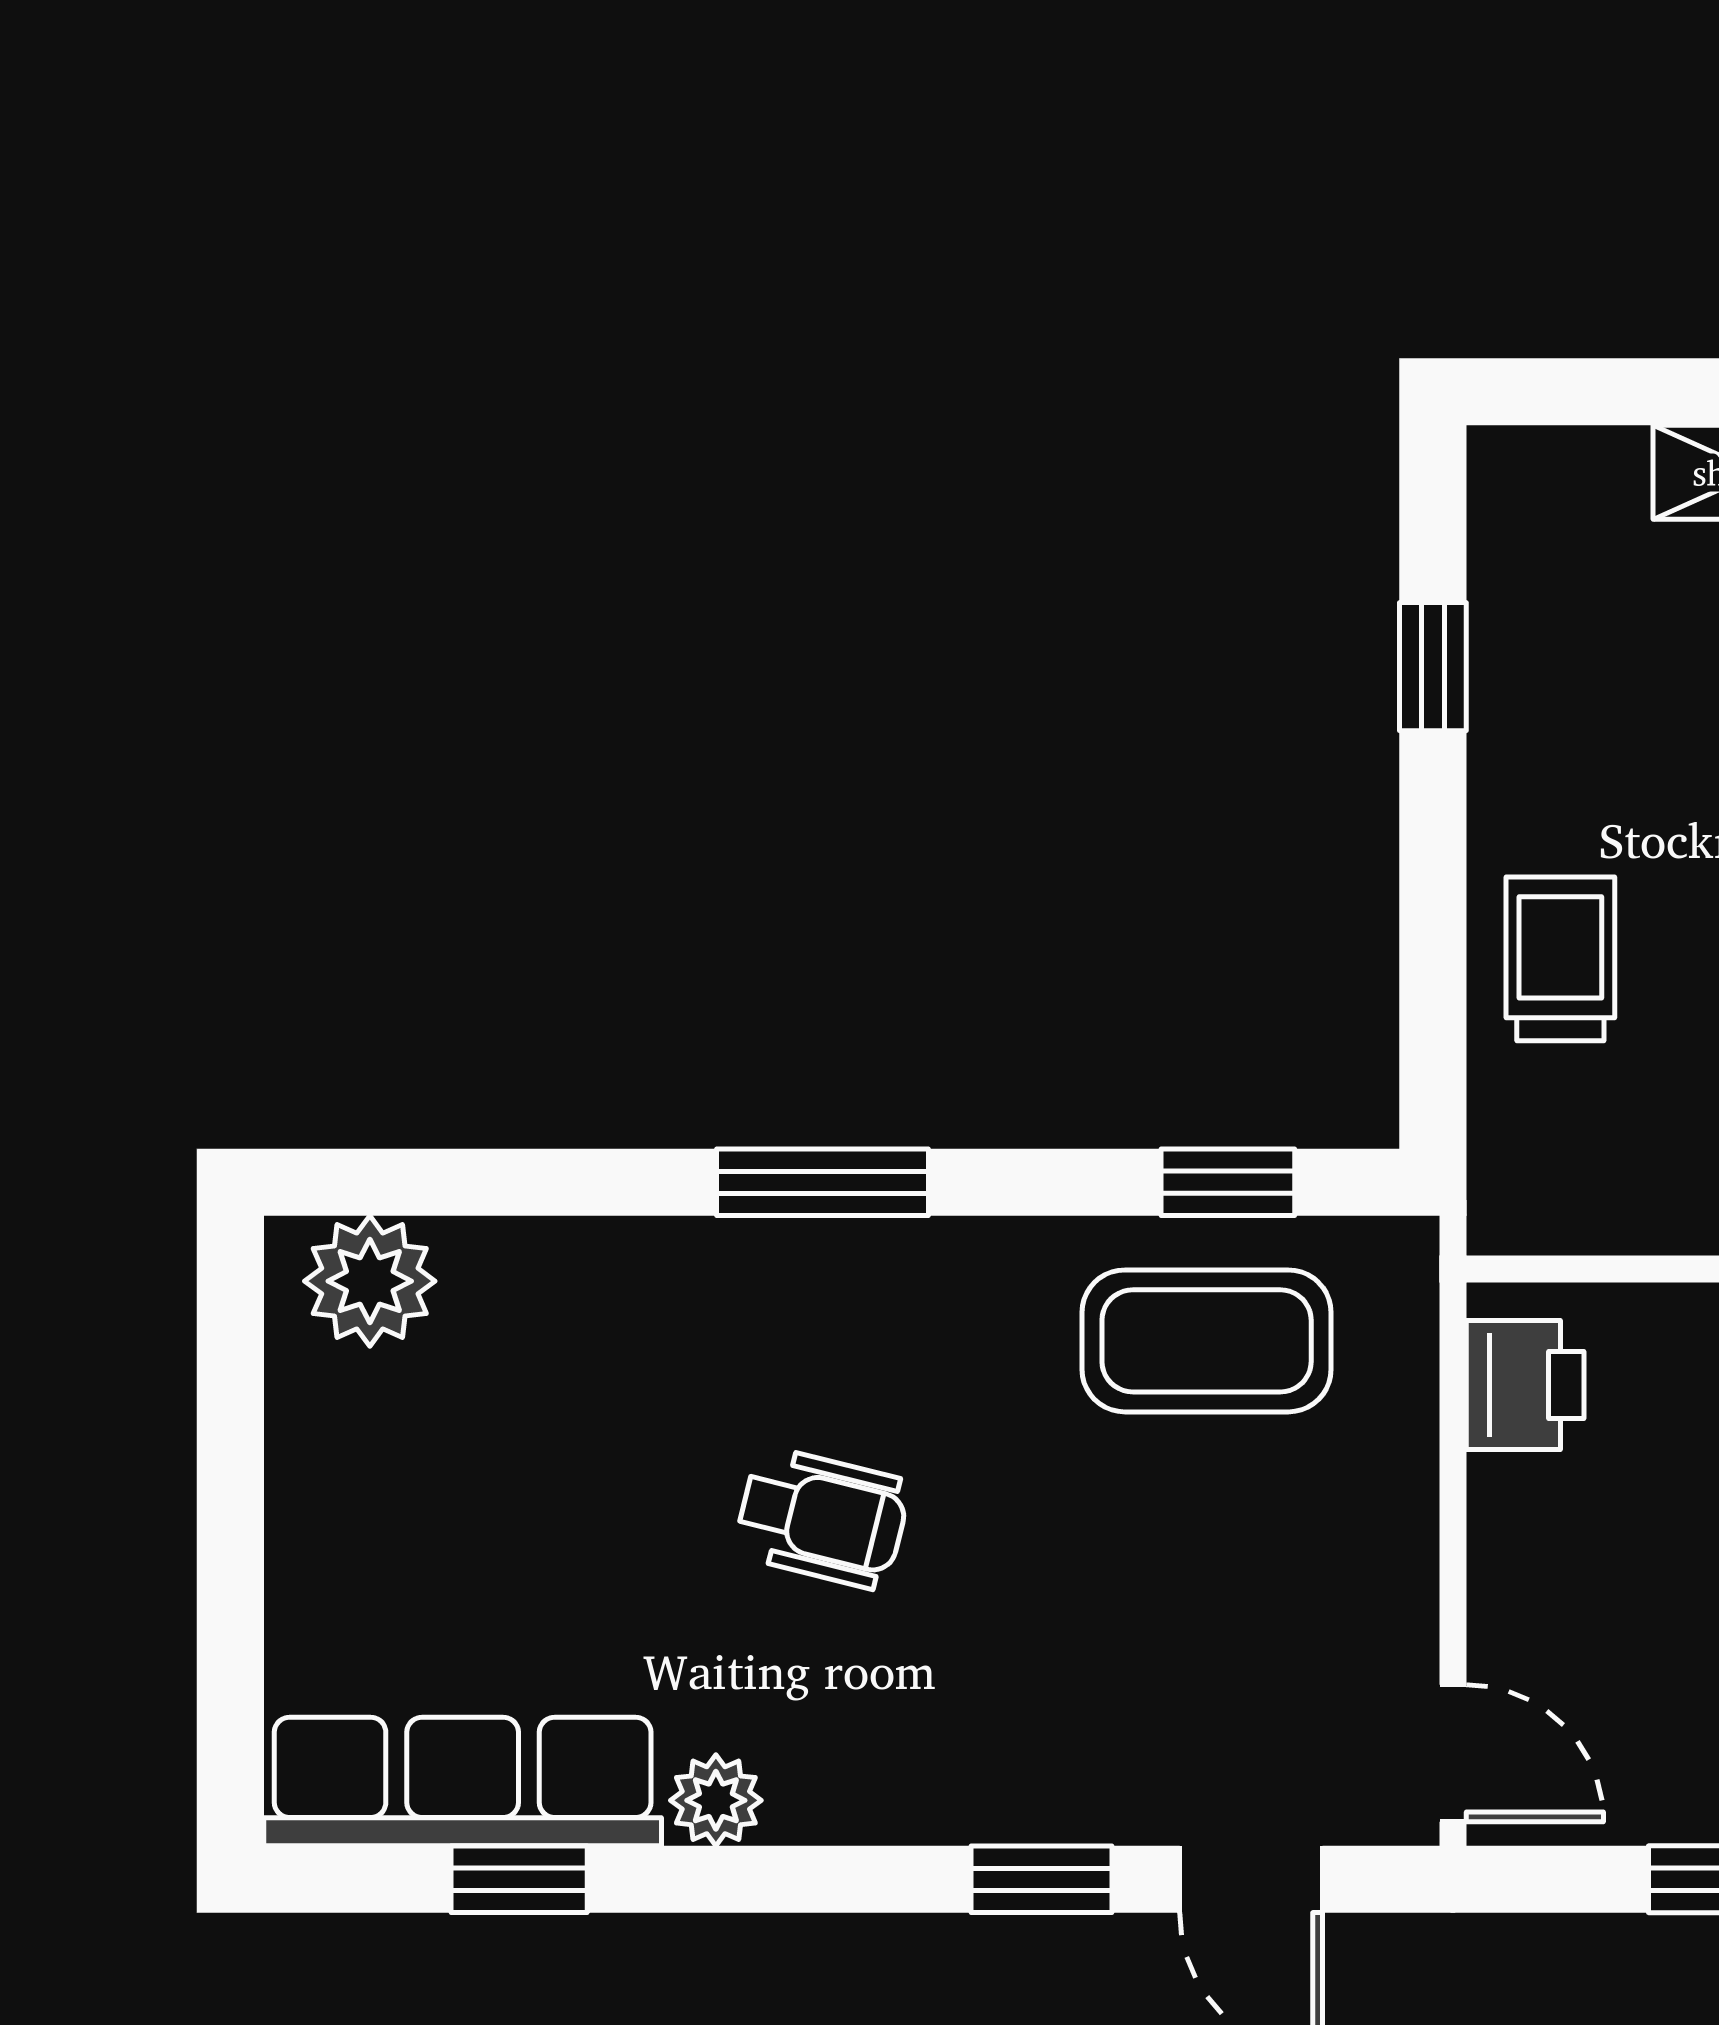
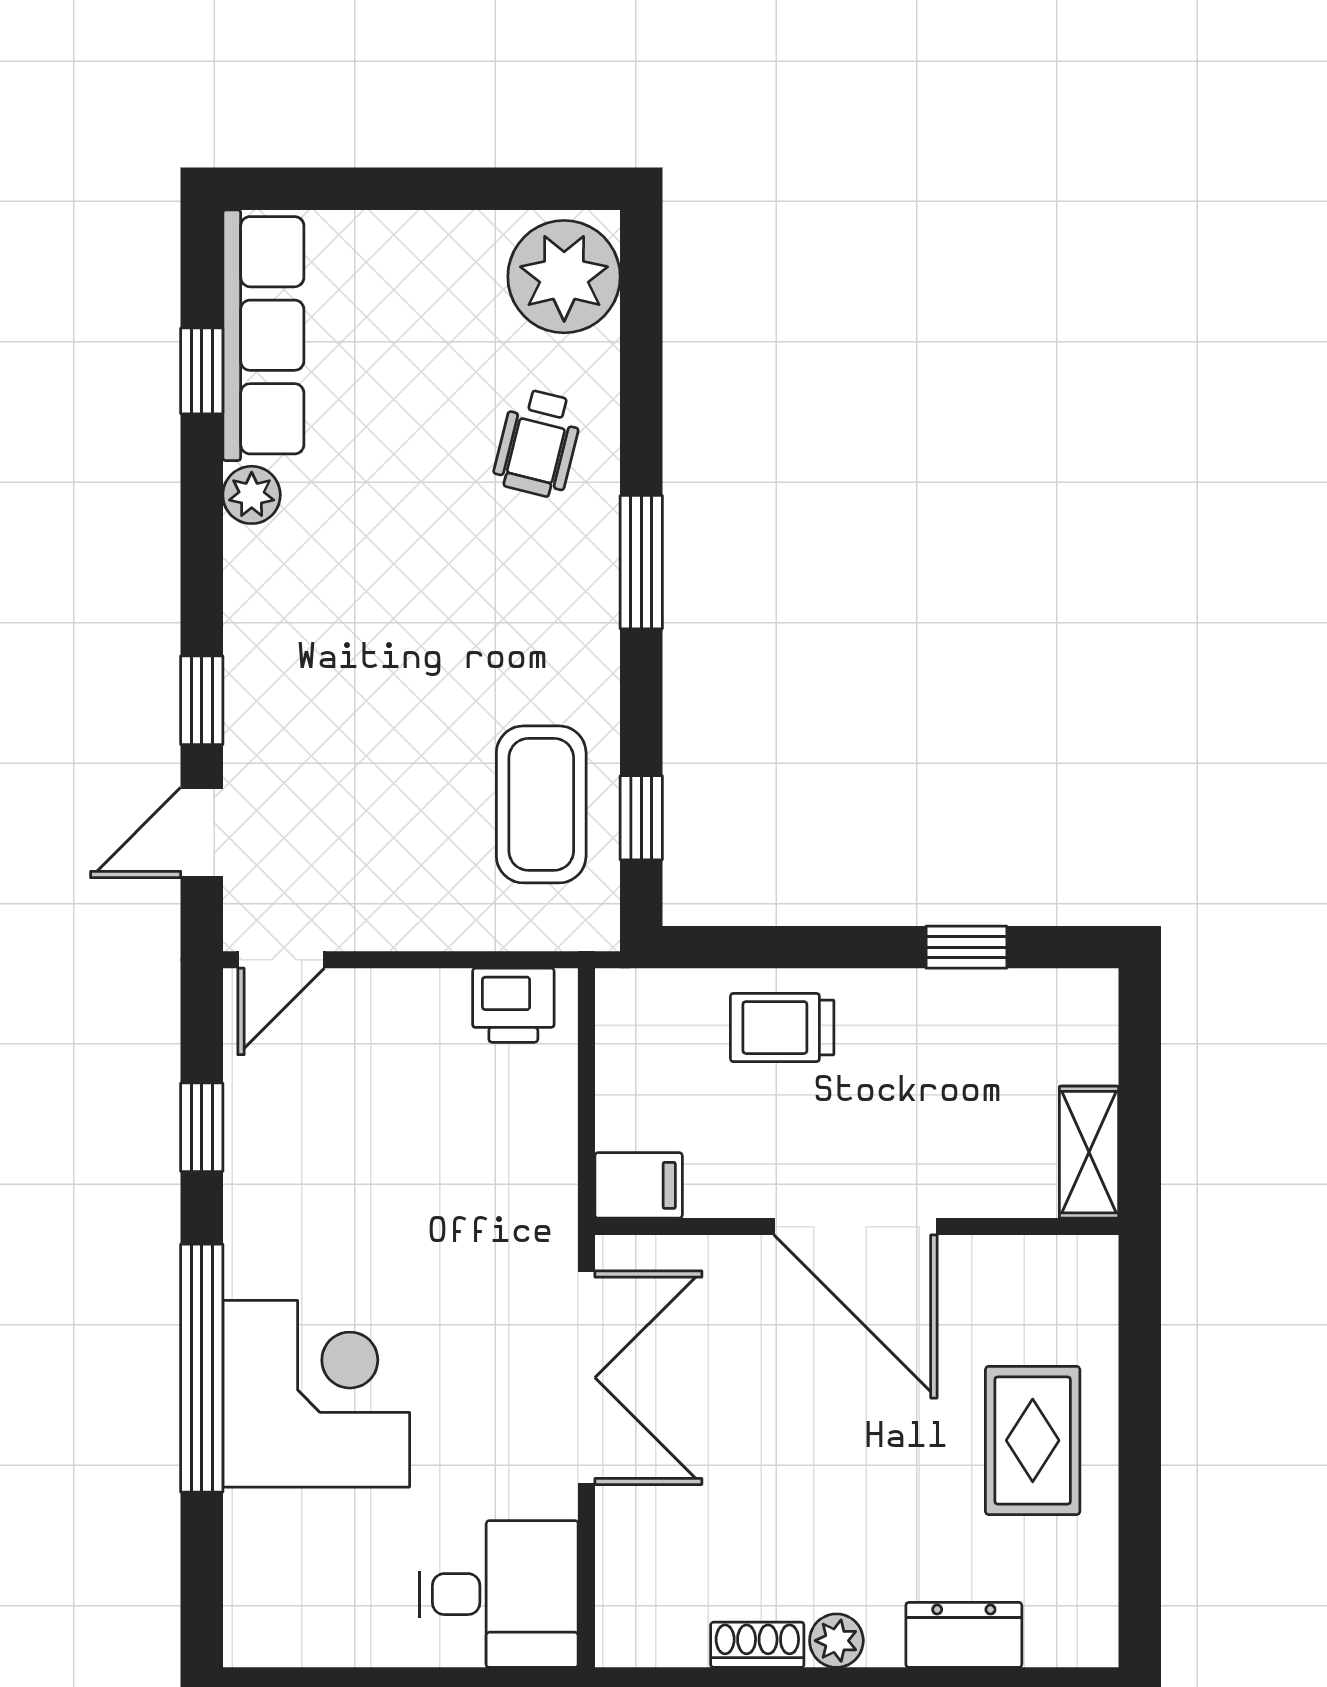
trolley: (1560, 959) -> (782, 1028), turned 180
plant: (370, 1281) -> (564, 277), width x1.36, depth x1.36
wheelchair: (822, 1518) -> (538, 443), moved

